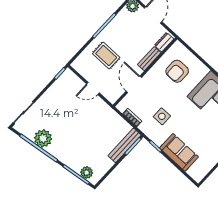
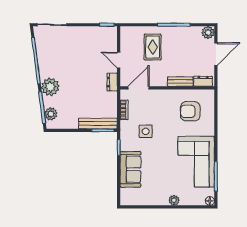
door: (134, 84) -> (139, 88), moved
dresser: (104, 108) -> (112, 82), added
plant: (43, 138) -> (50, 87), moved

